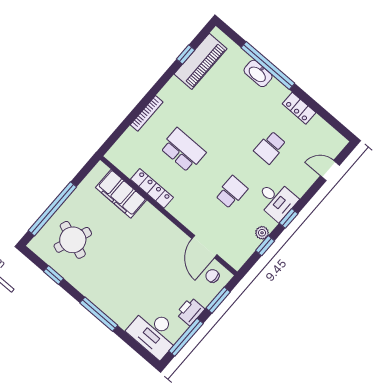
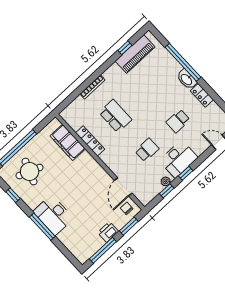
washbasin: (258, 73) -> (187, 79), moved
desk: (276, 200) -> (178, 159), width x1.37
desk: (154, 333) -> (53, 215), moved

